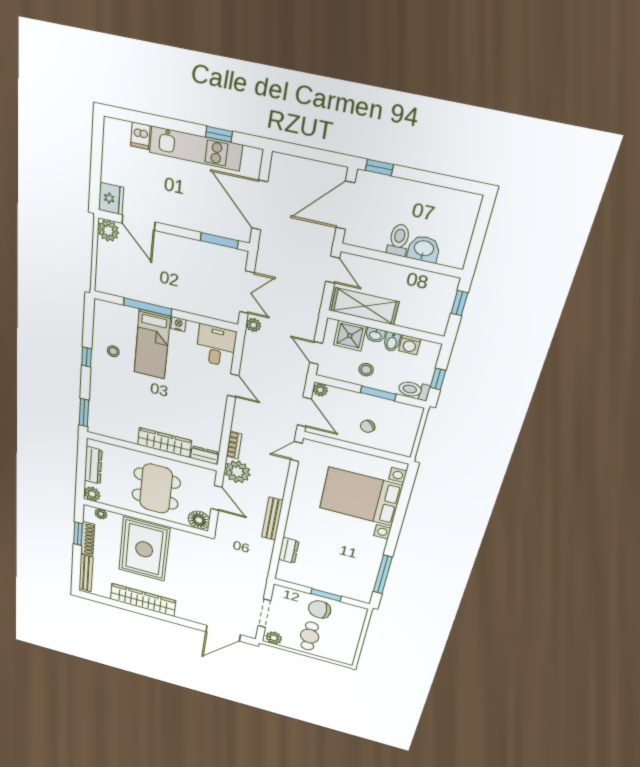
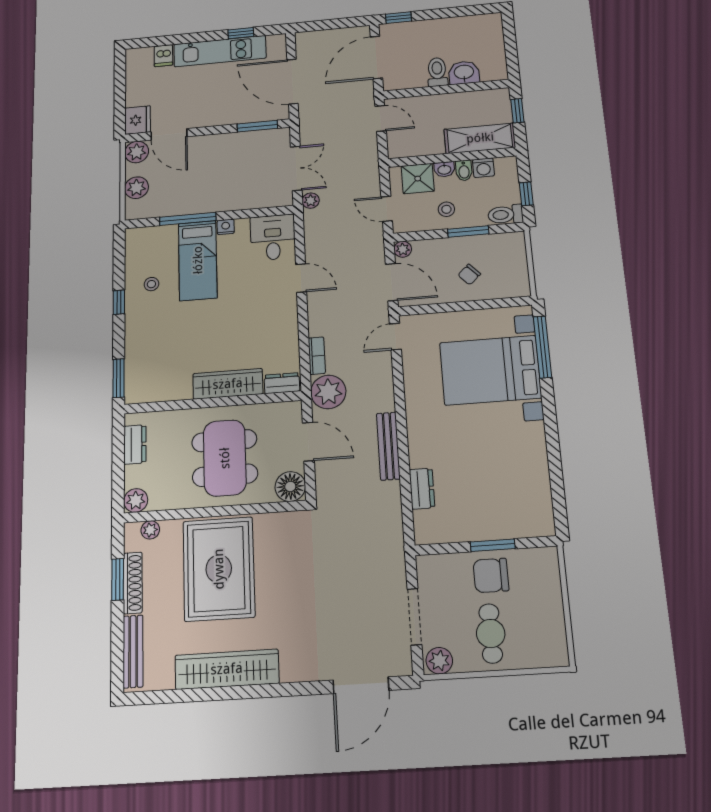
plant: (106, 265) -> (136, 188), added
shelving: (365, 306) -> (480, 138), moved
dresser: (93, 465) -> (135, 444), width x0.70
window: (383, 574) -> (542, 347), moved

